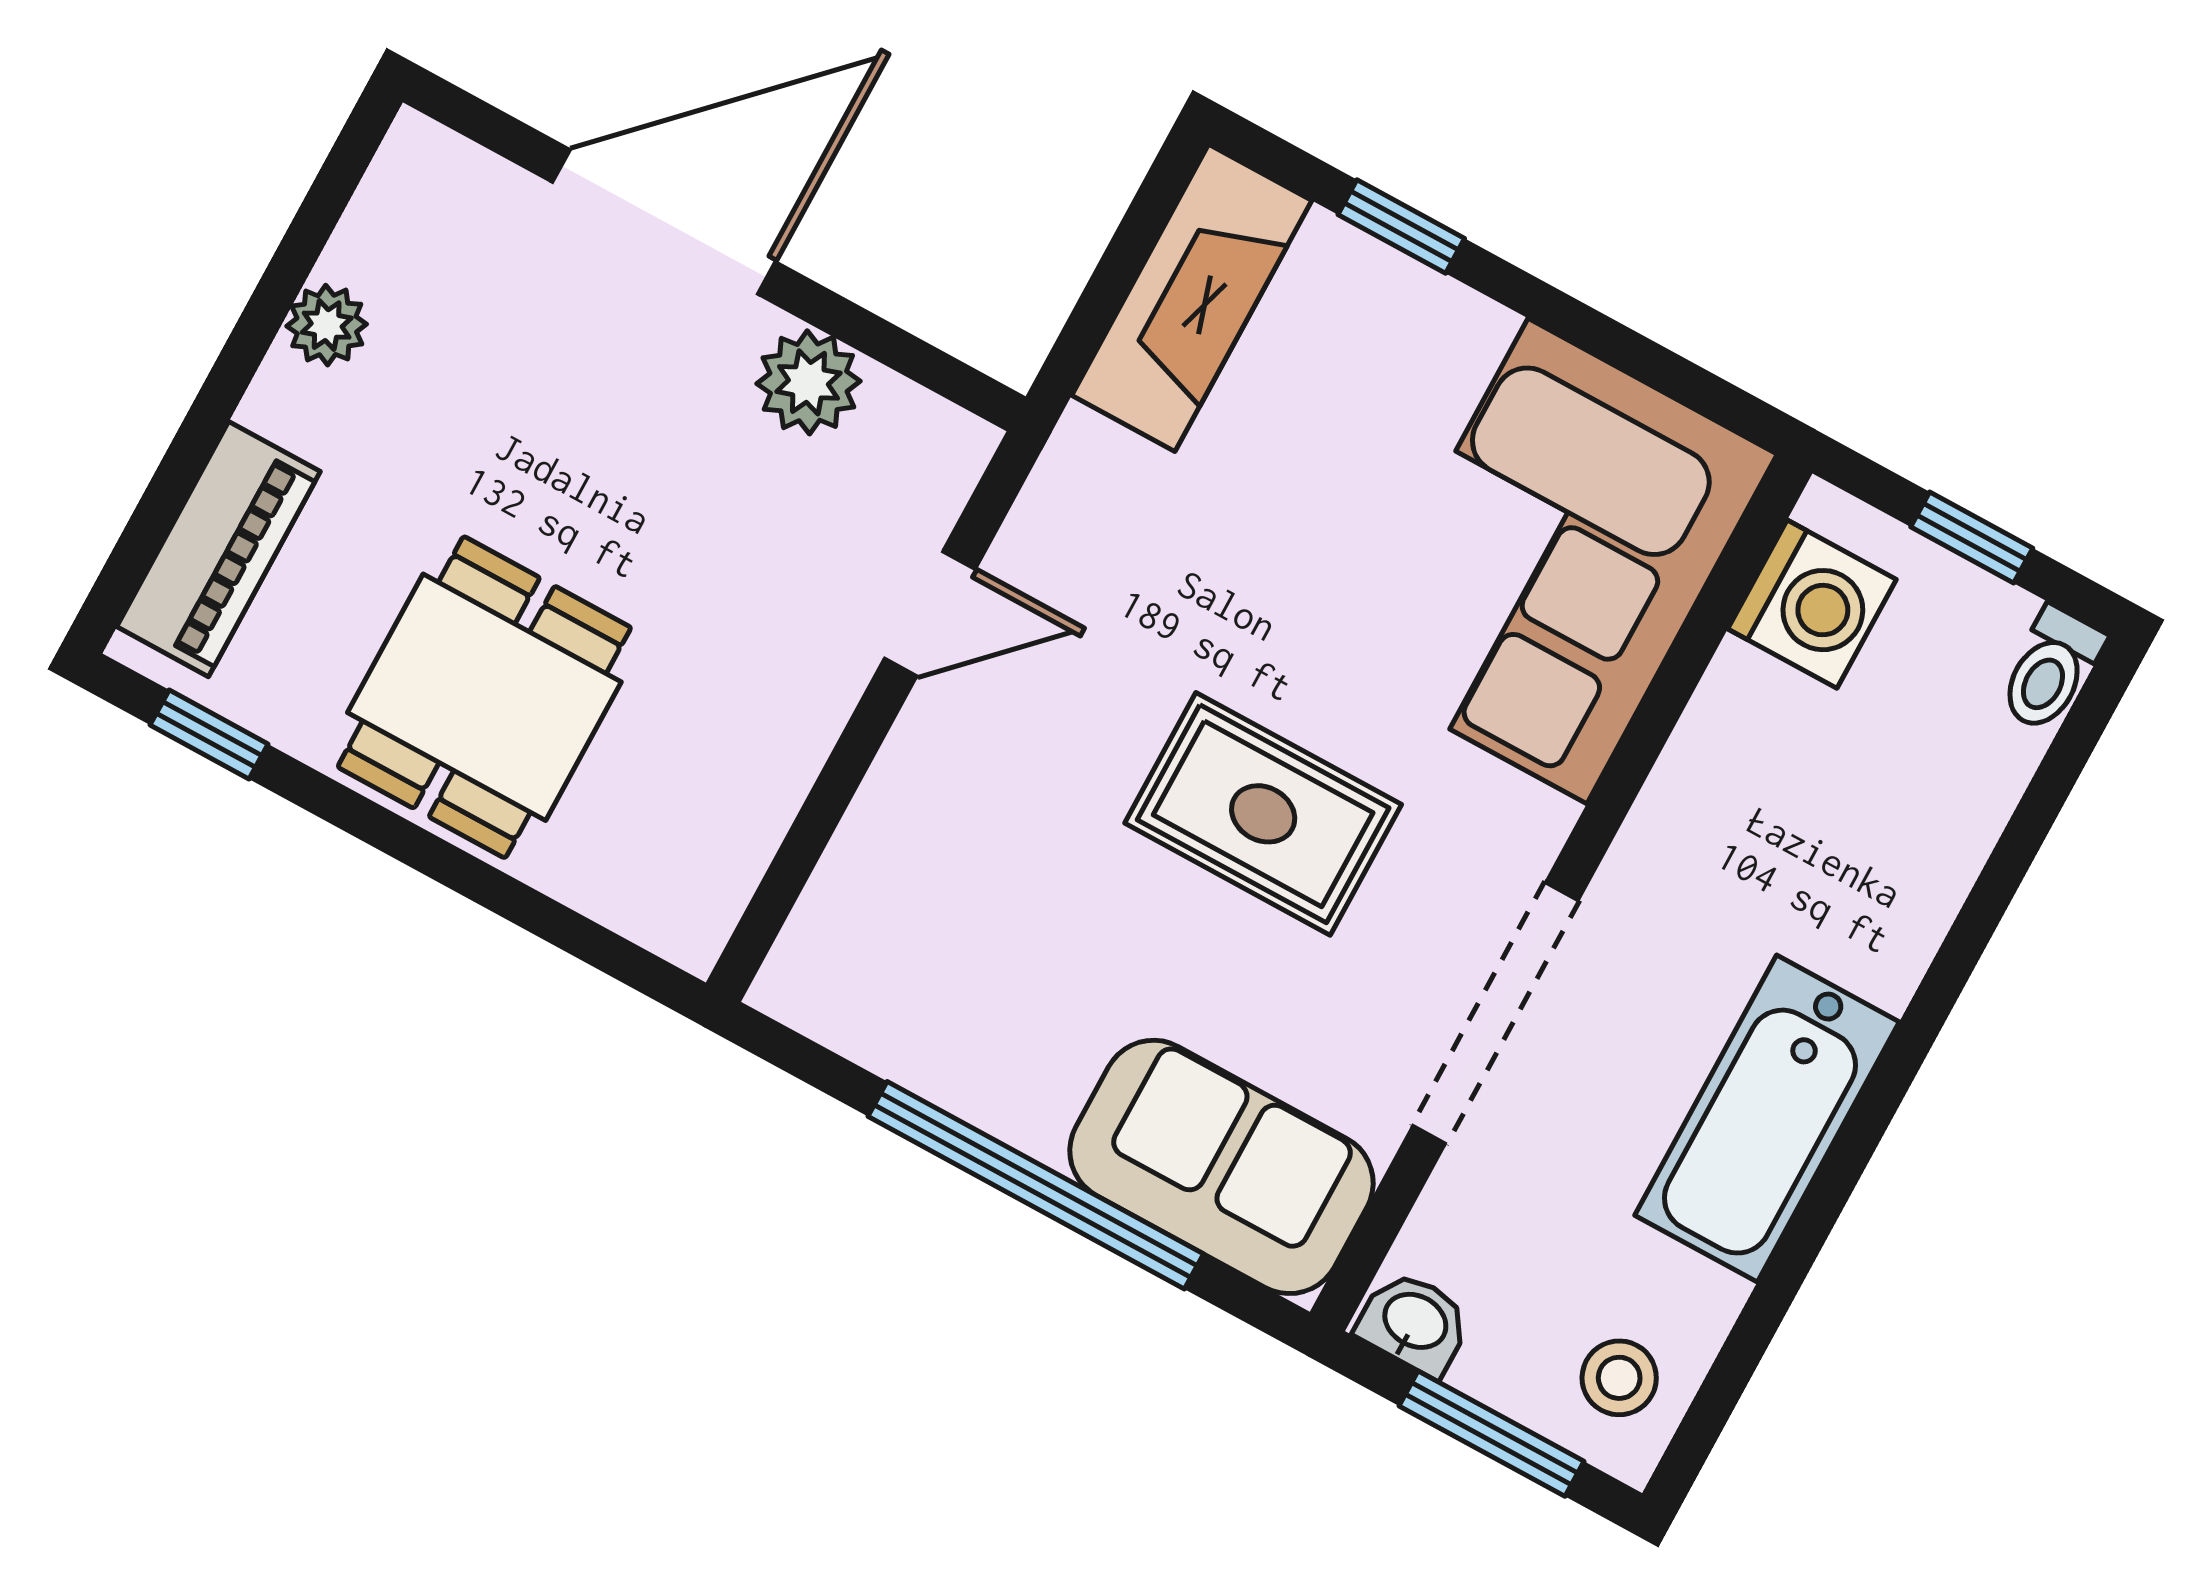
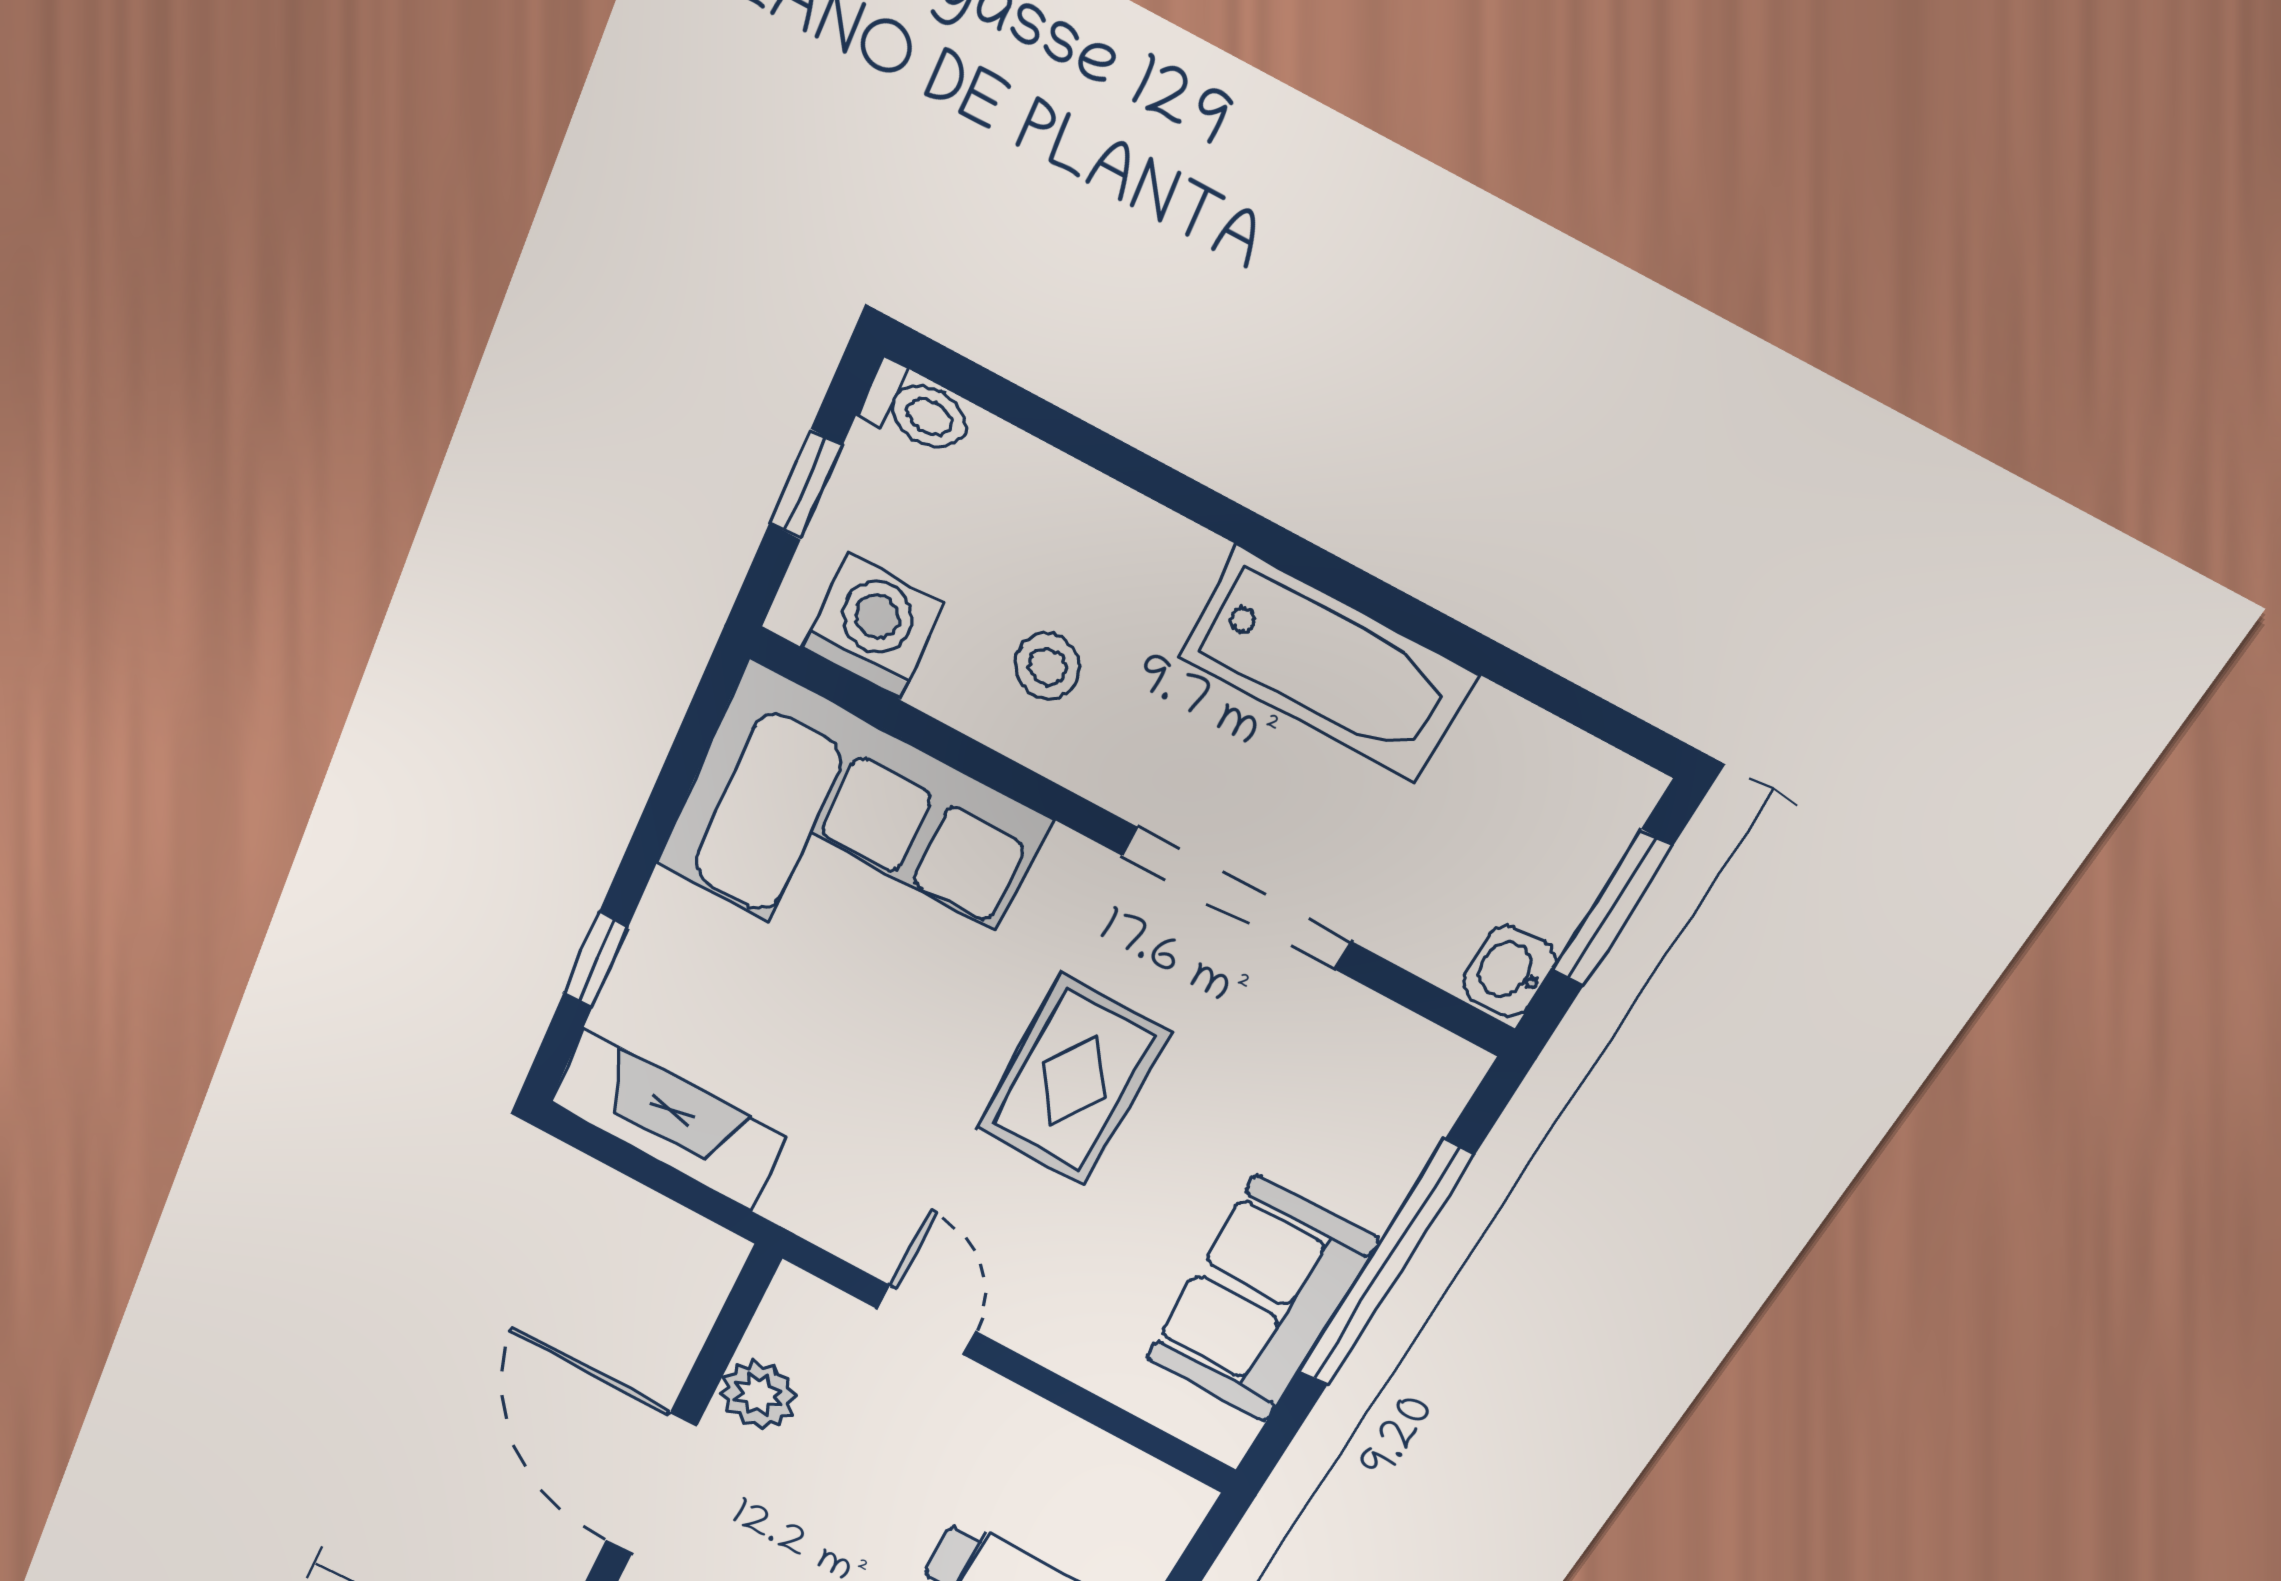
sofa: (1221, 1167) -> (1261, 1300), moved
stool: (1619, 1378) -> (1048, 666), moved

